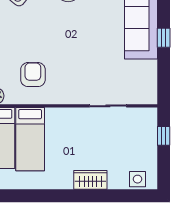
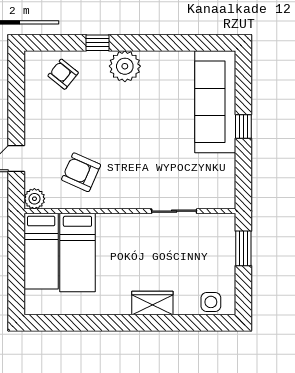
armchair: (33, 75) -> (81, 172), turned -66
window: (164, 136) -> (243, 248), width x1.50

